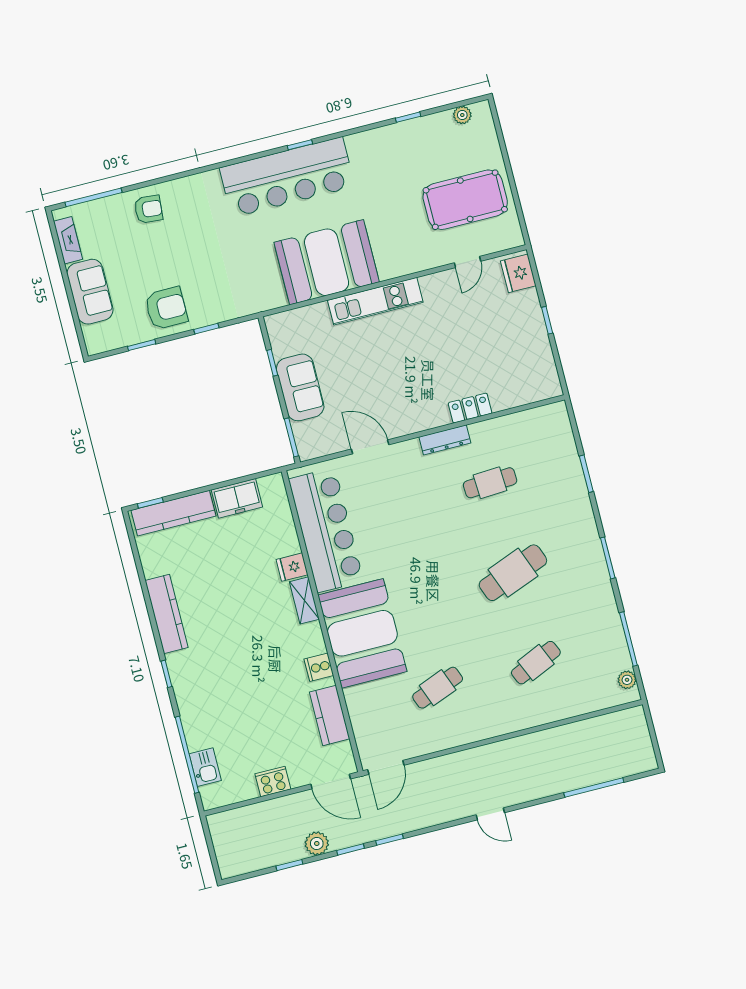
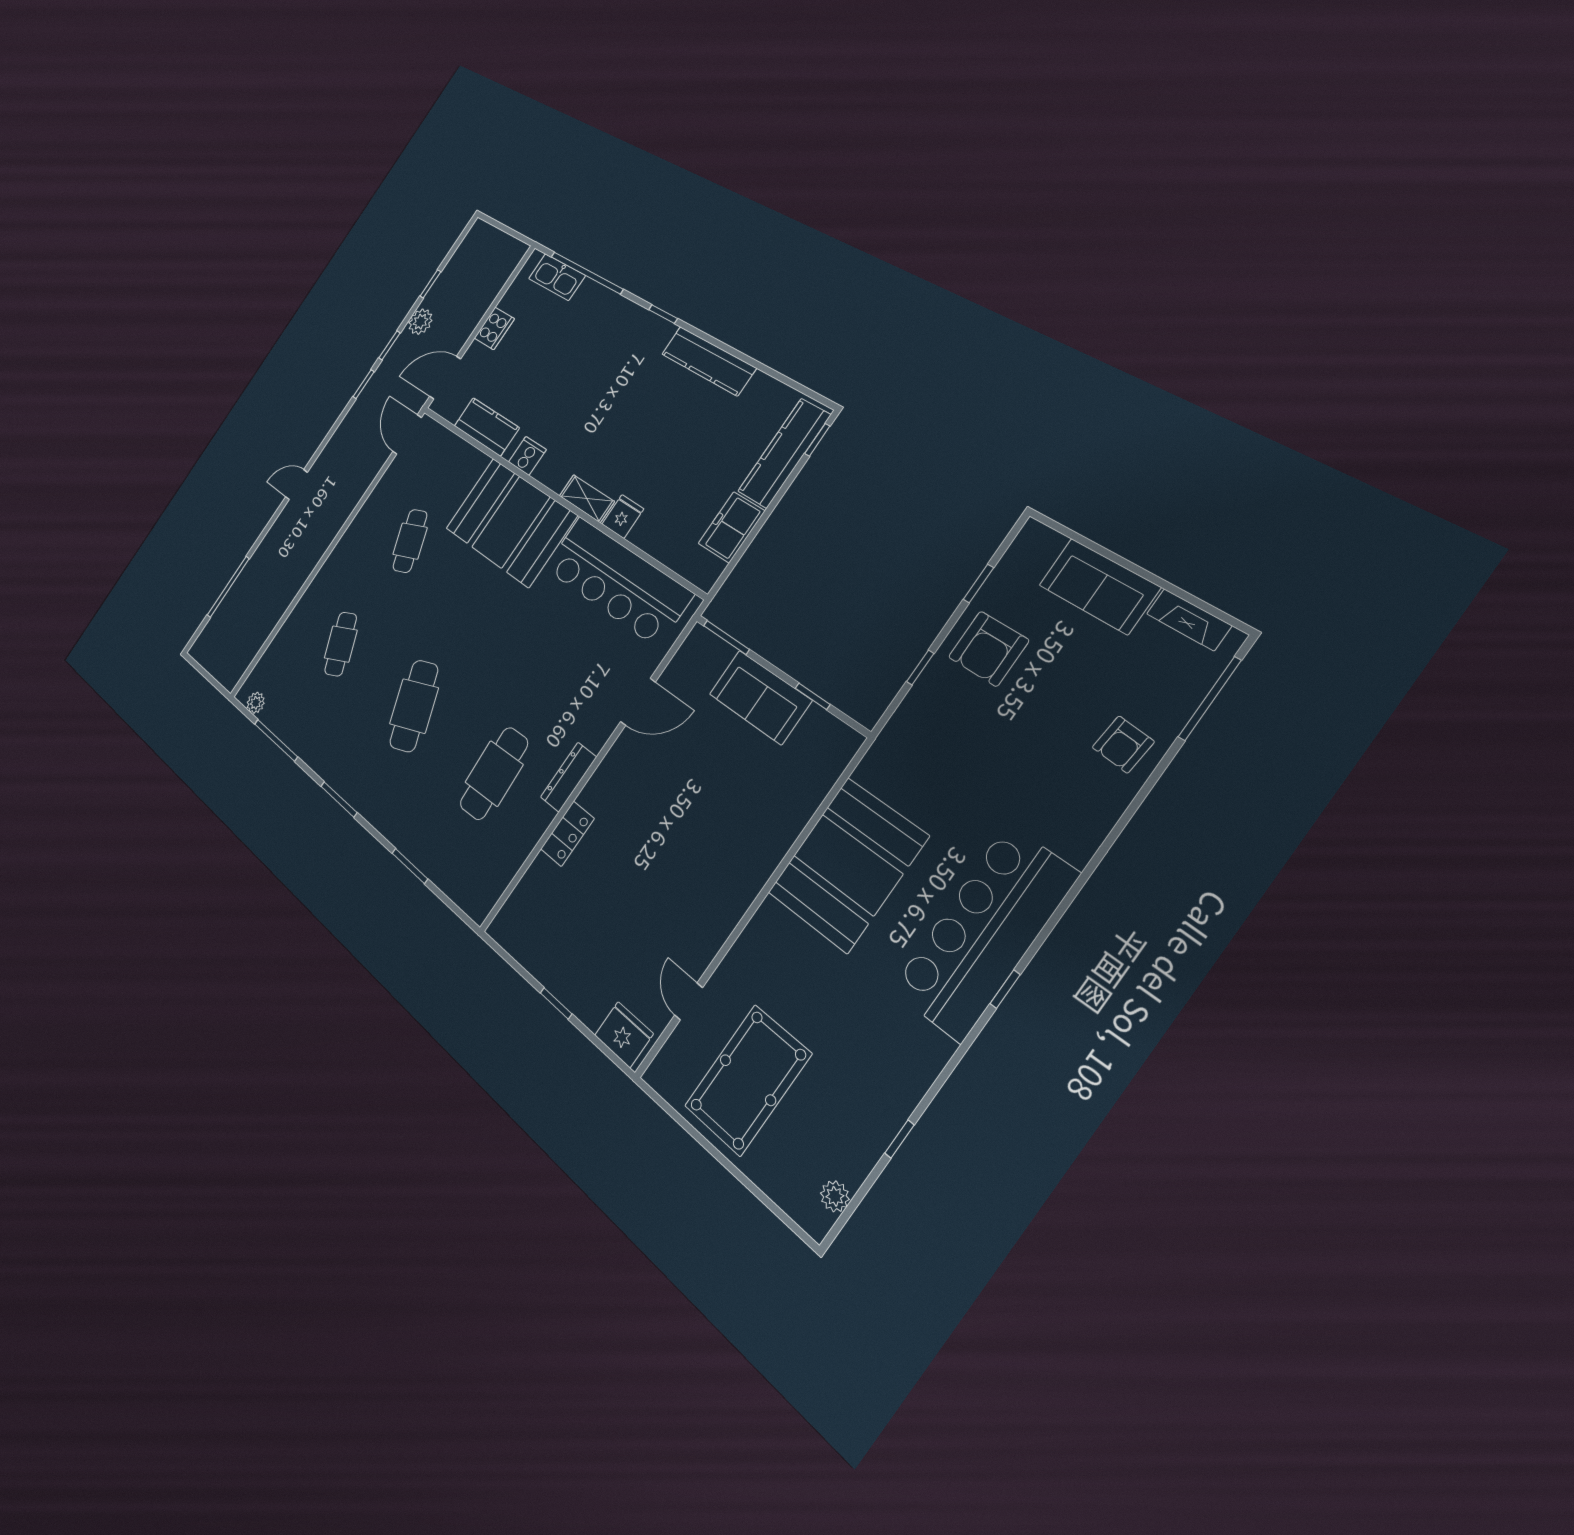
kitchen unit: (375, 301) -> (755, 866), removed
cafe table: (490, 483) -> (494, 773), width x1.37, depth x1.35
kitchen sink: (205, 767) -> (557, 277), width x1.38

